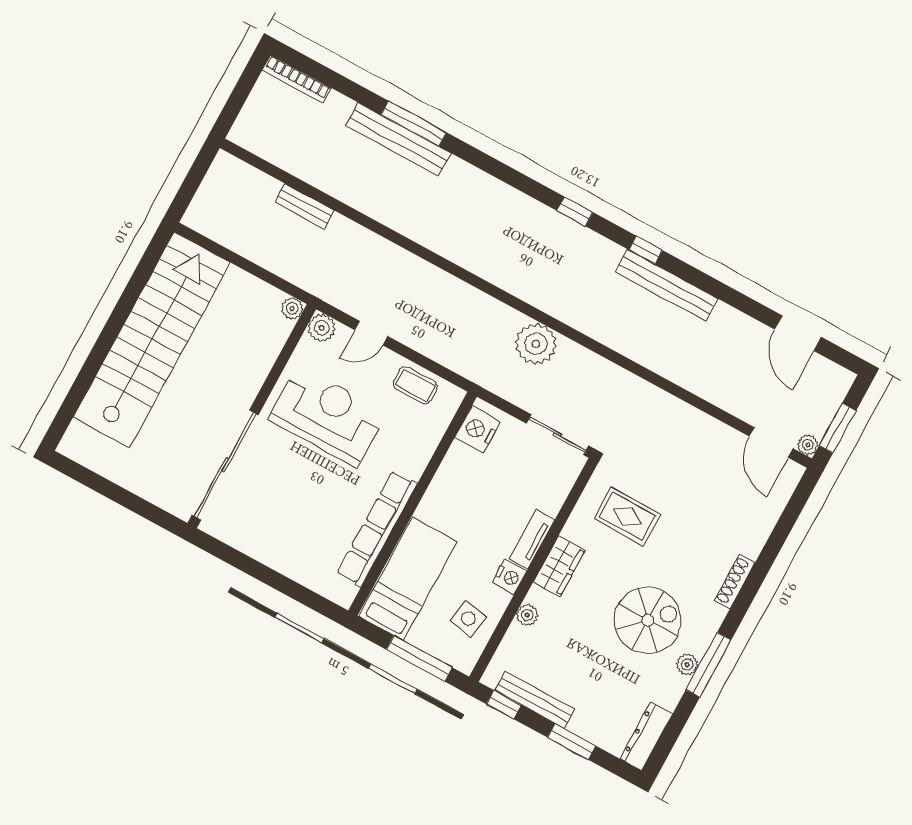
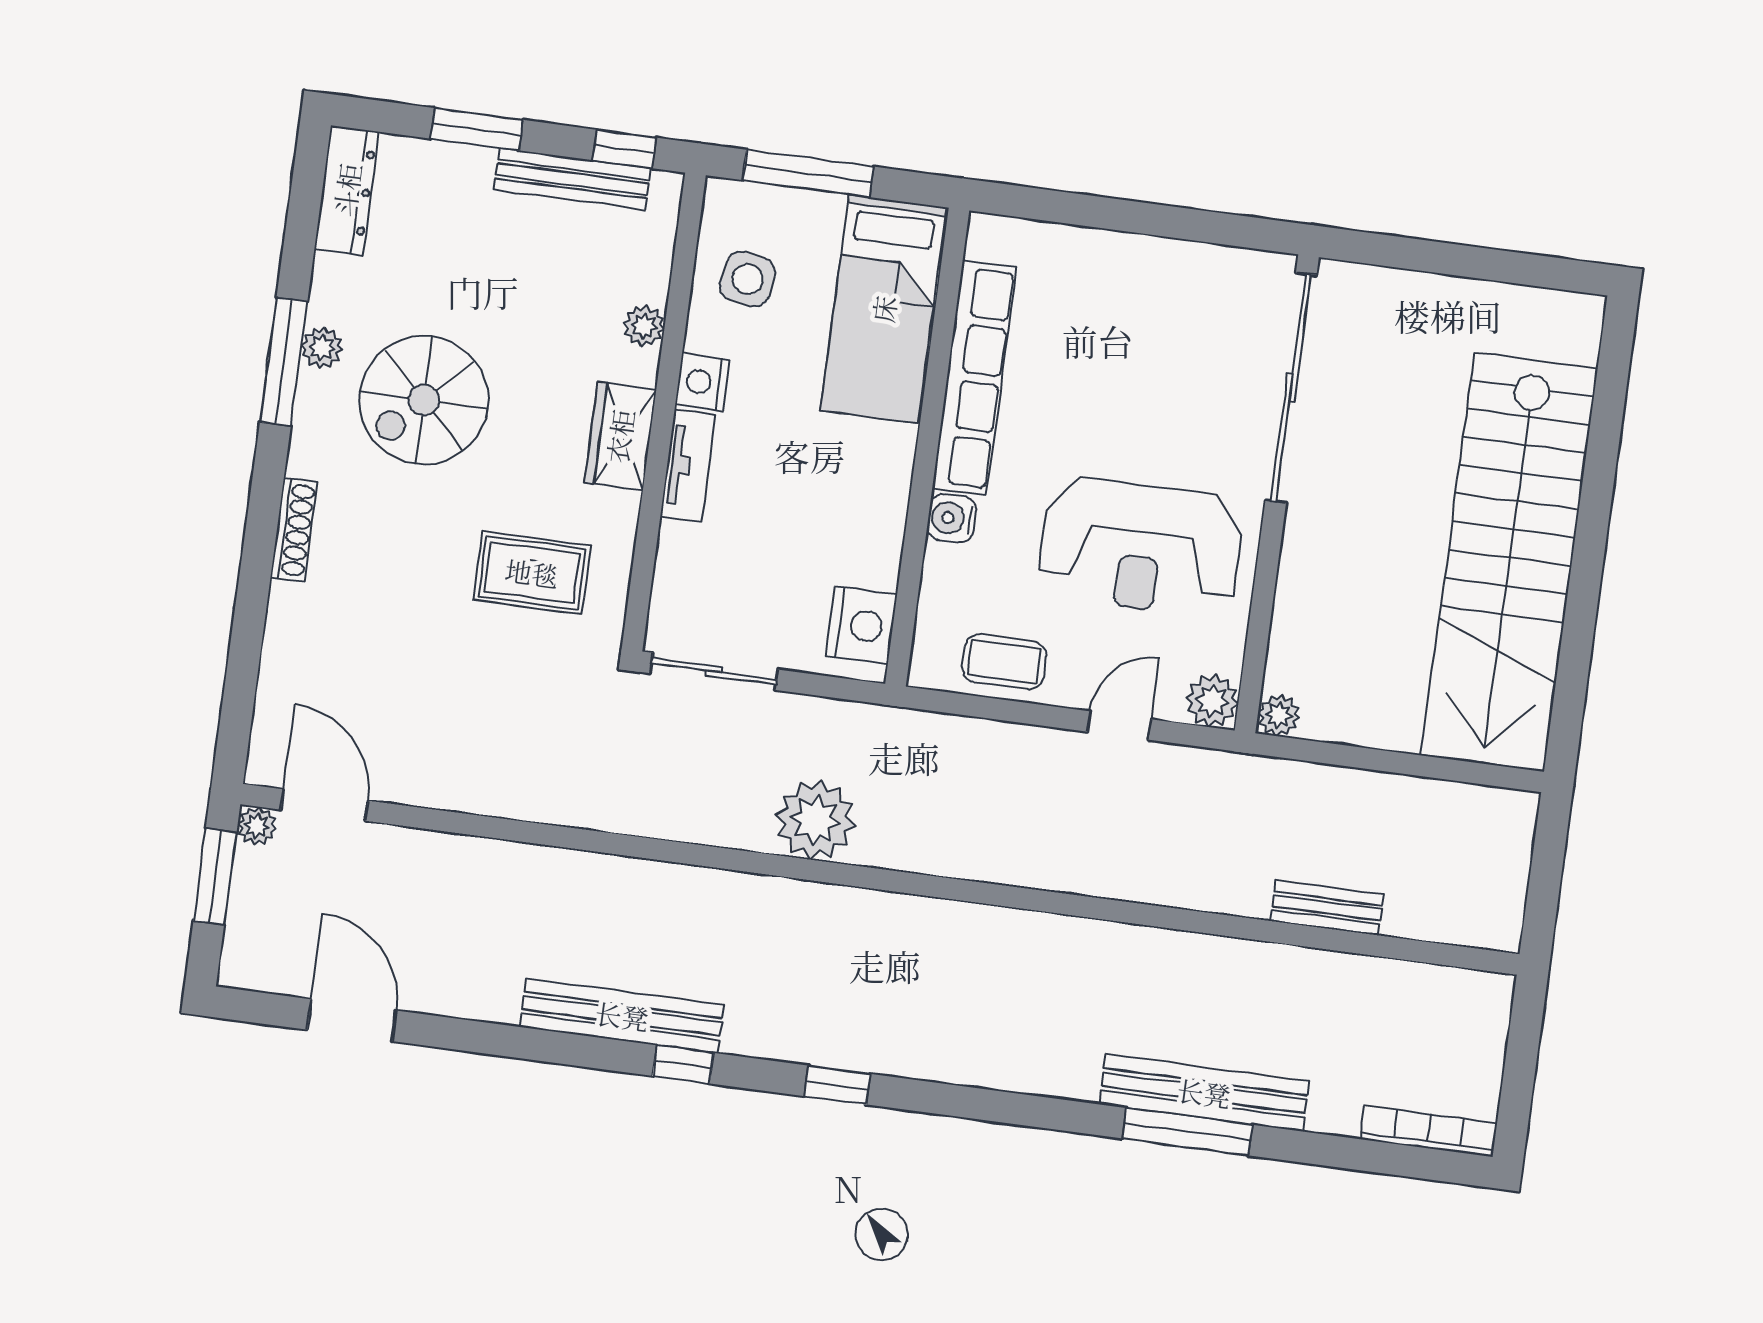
water cooler: (414, 465) -> (952, 518), added

